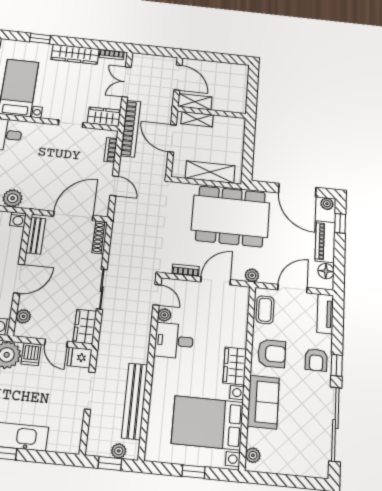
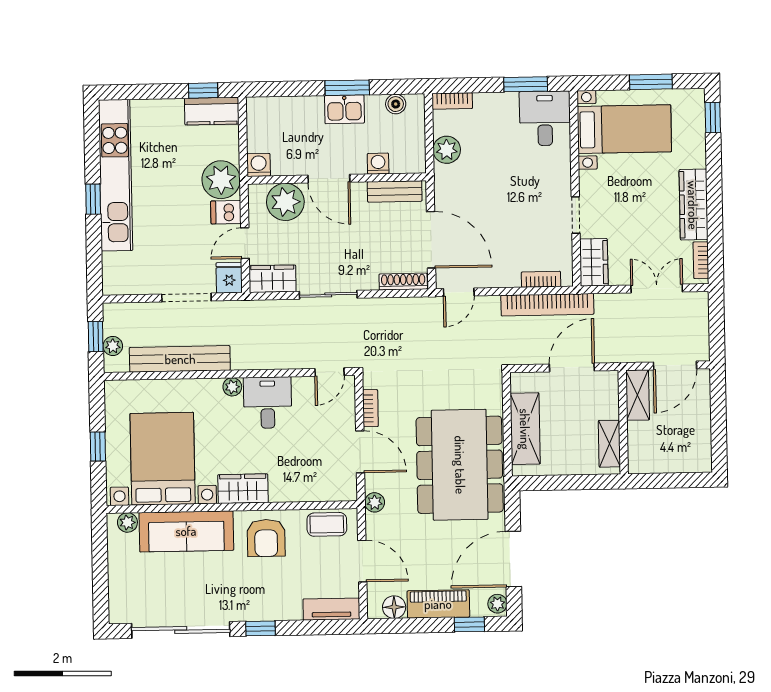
window: (40, 39) -> (713, 118), moved
shelving: (197, 119) -> (609, 444), moved
bookcase: (130, 129) -> (547, 305), moved
door: (114, 186) -> (459, 292), moved
washing machine: (18, 220) -> (378, 164), moved, turned 90
plant: (164, 315) -> (232, 387), moved
plant: (23, 316) -> (285, 202), width x1.87, depth x1.87
armchair: (316, 360) -> (265, 600), removed
sofa: (263, 402) -> (186, 531), width x1.36

